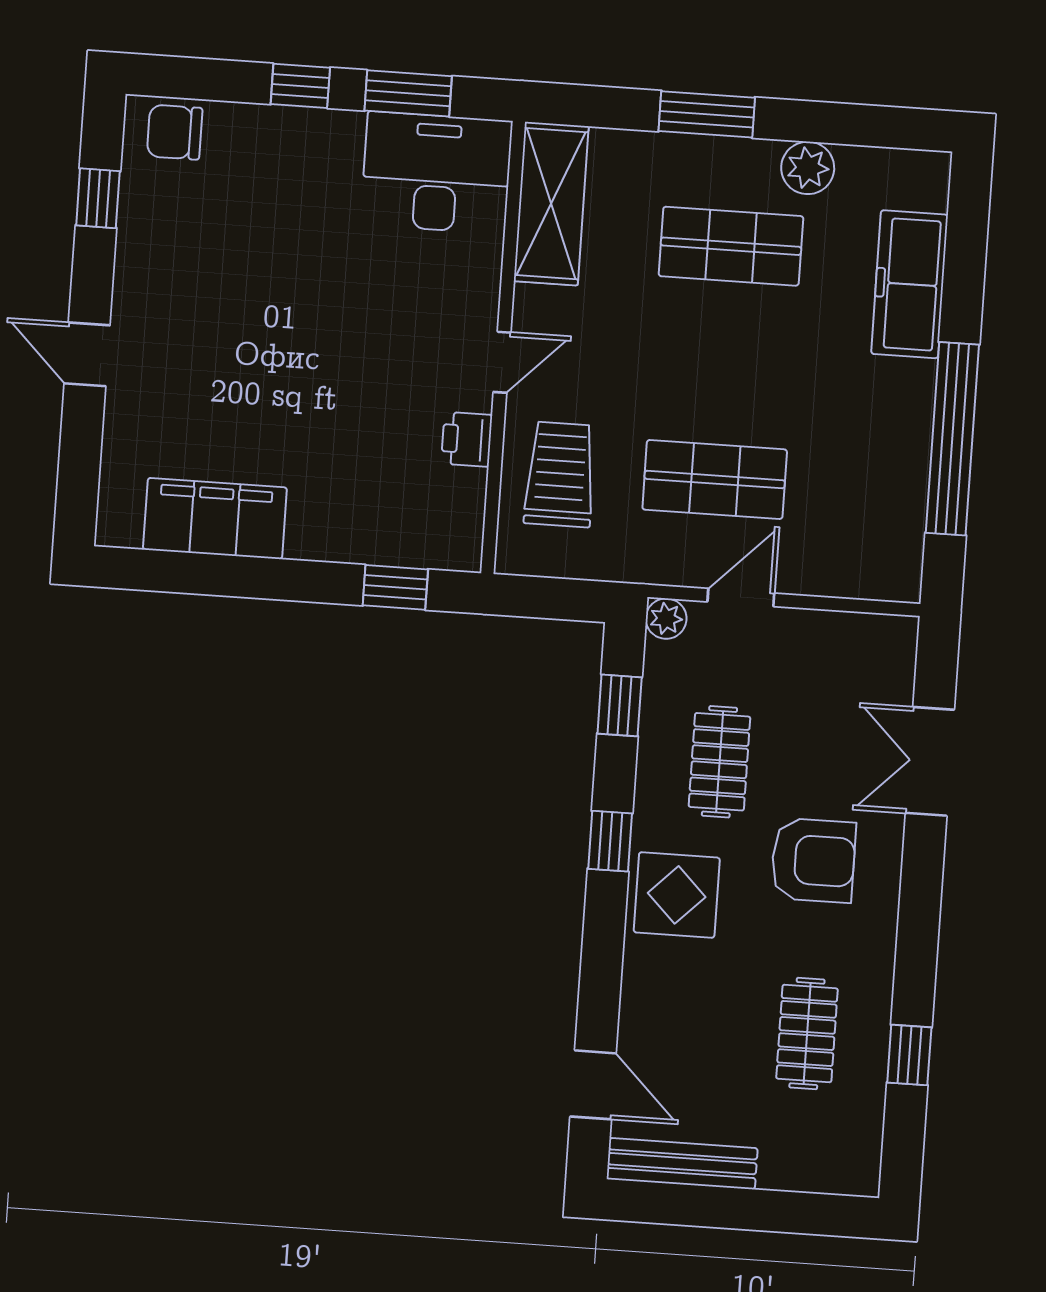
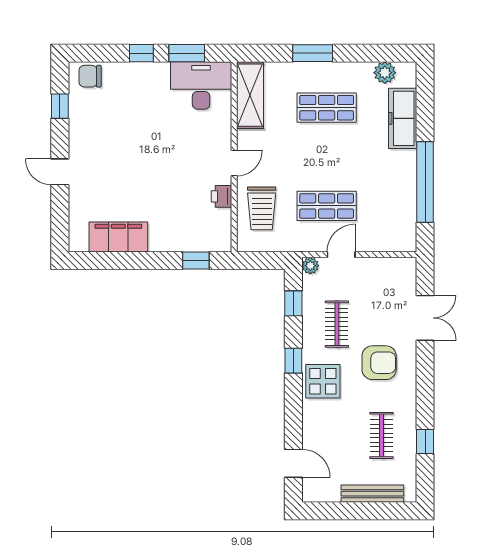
plant: (808, 168) -> (385, 73), moved
trolley: (560, 474) -> (262, 208), turned 180
double door: (930, 761) -> (425, 318), swing flipped
bench: (682, 1164) -> (372, 494), moved

